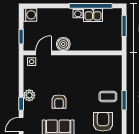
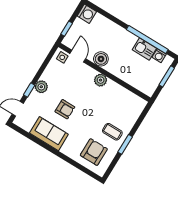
washing machine: (78, 13) -> (159, 56), moved
door: (43, 53) -> (78, 56), hinge flipped
plant: (73, 61) -> (101, 80), added
armchair: (59, 102) -> (65, 109), turned -90

